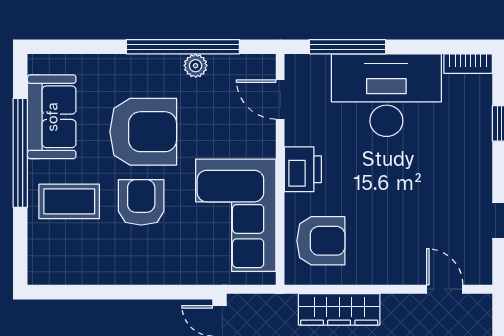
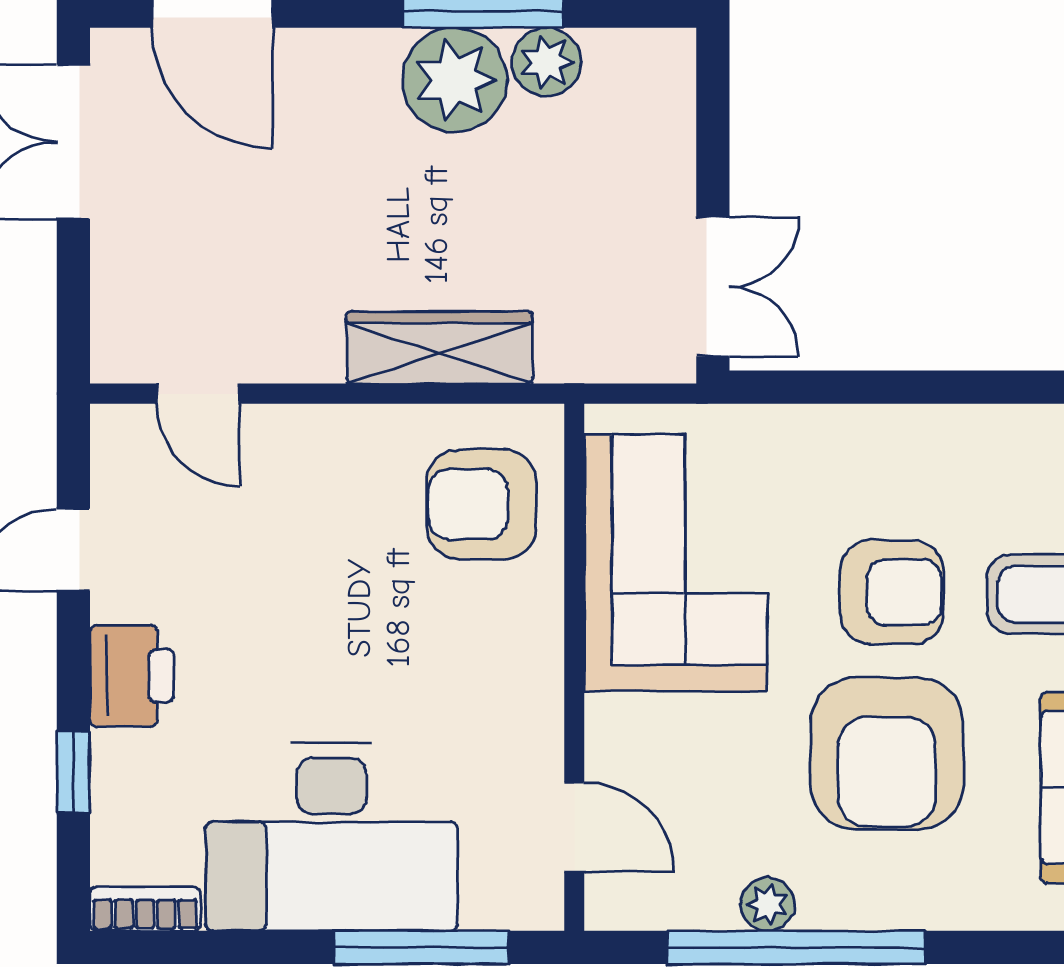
armchair: (143, 132) -> (887, 753), turned -90
printer: (303, 169) -> (132, 676), moved, turned 180
armchair: (141, 202) -> (892, 592), turned -90

